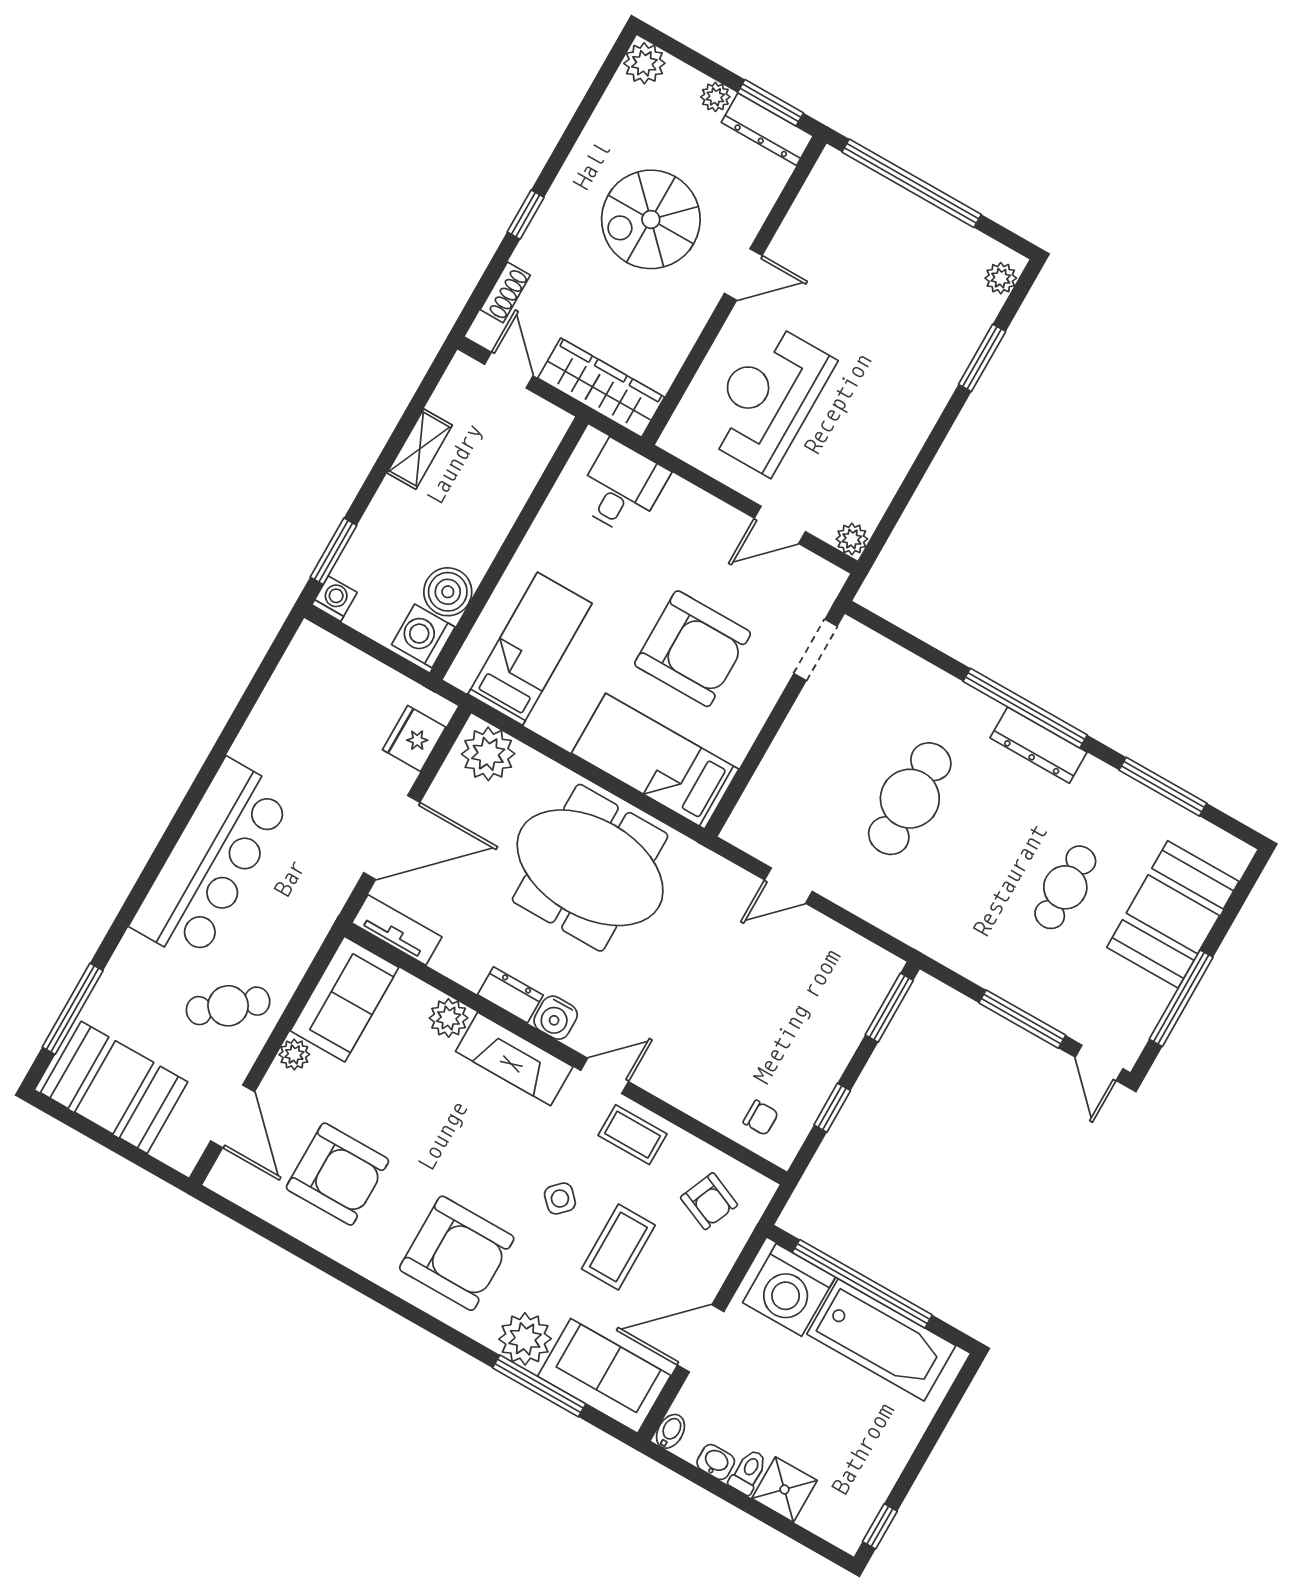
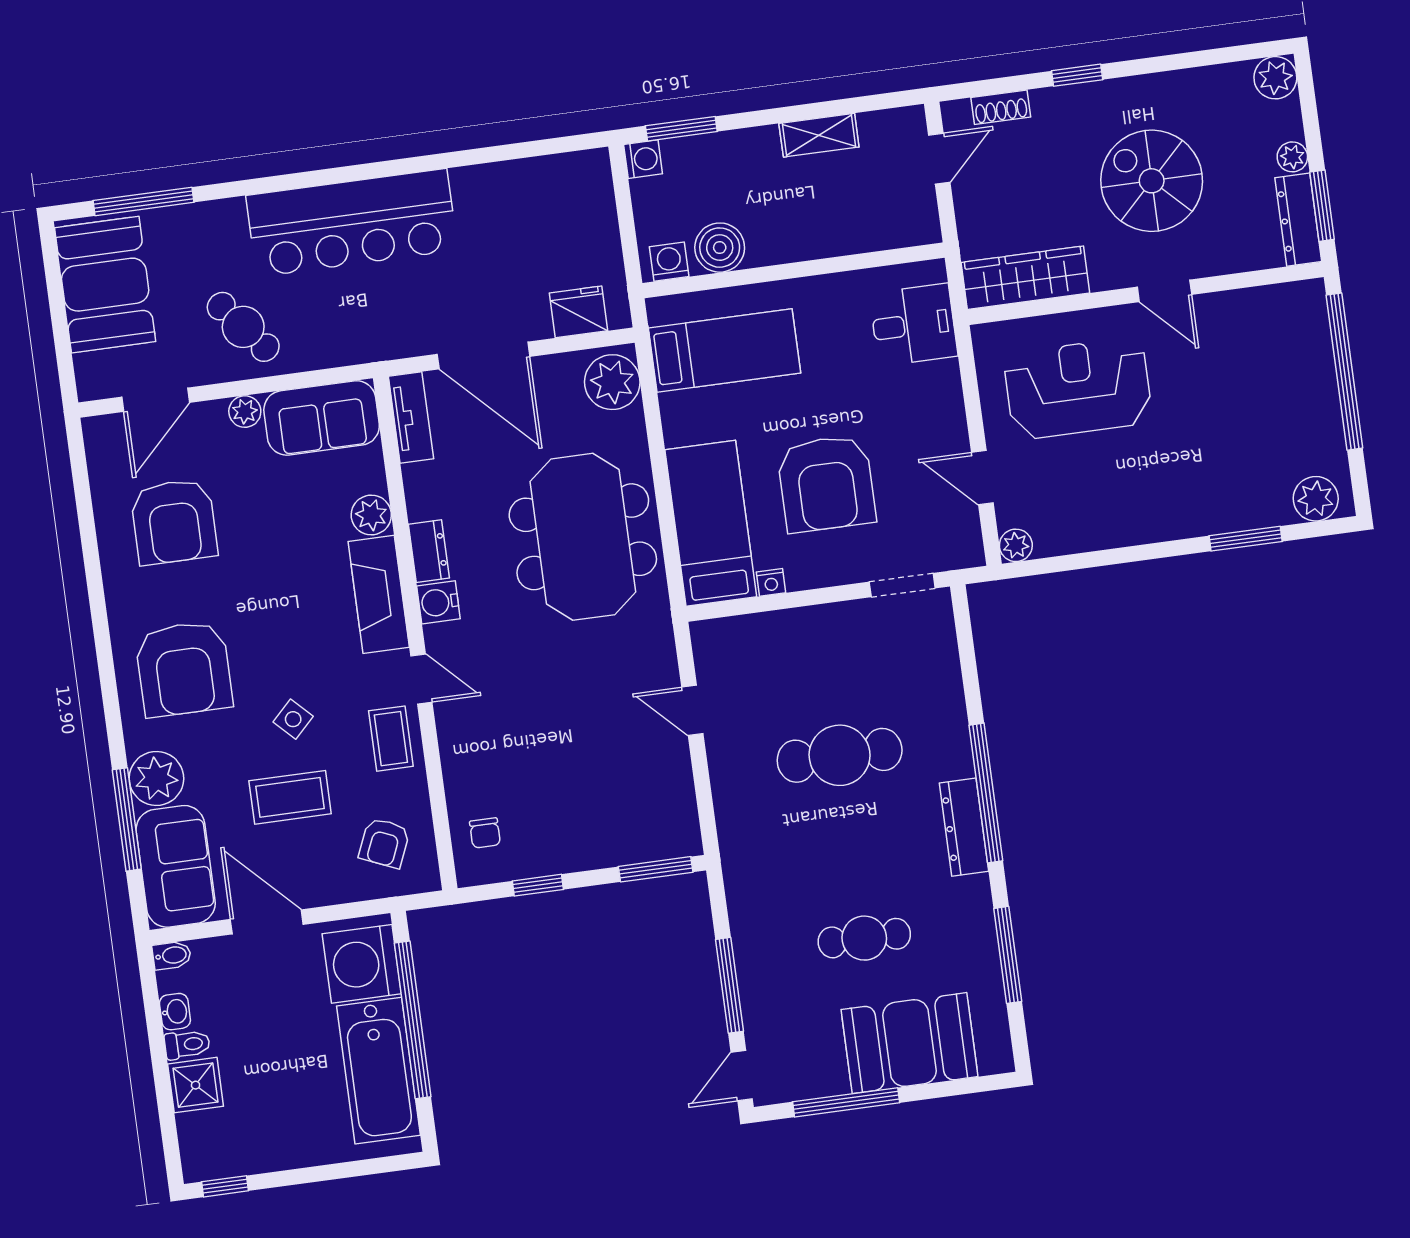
plant: (1001, 278) -> (1316, 499), width x1.38, depth x1.38
wardrobe: (601, 388) -> (1025, 278), moved, turned -90
washing machine: (423, 636) -> (669, 262), width x0.73, depth x0.73
nightstand: (736, 750) -> (771, 582), added

